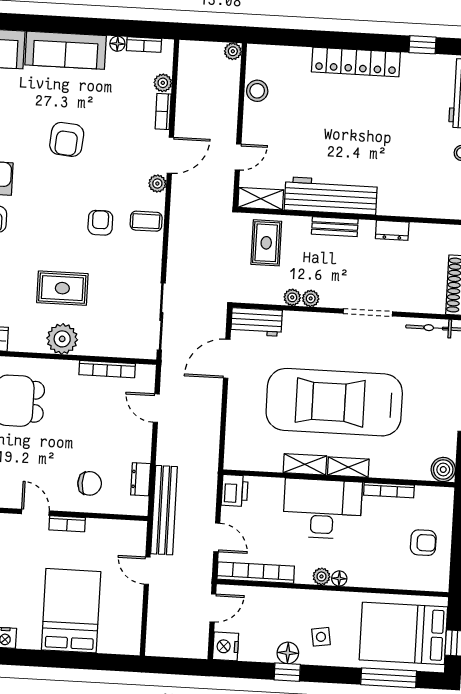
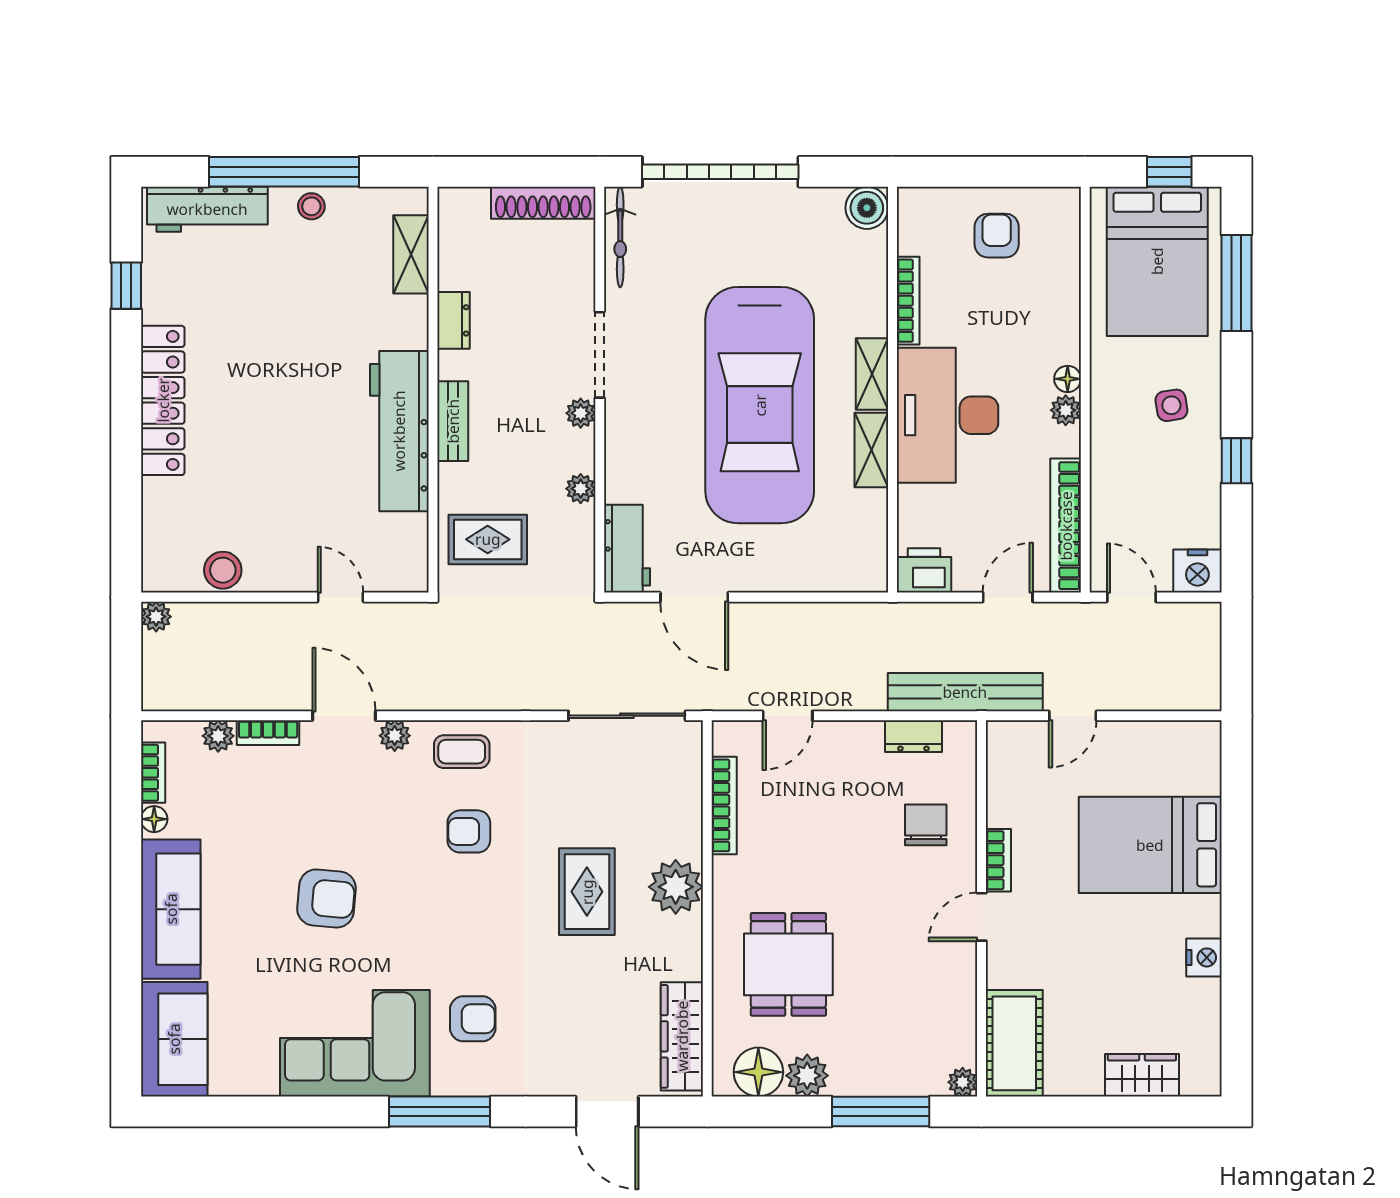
shelving: (261, 199) -> (411, 254), moved
coffee table: (146, 221) -> (462, 752), turned 90
plant: (311, 298) -> (581, 413), moved
floor lamp: (288, 653) -> (1203, 462), removed

